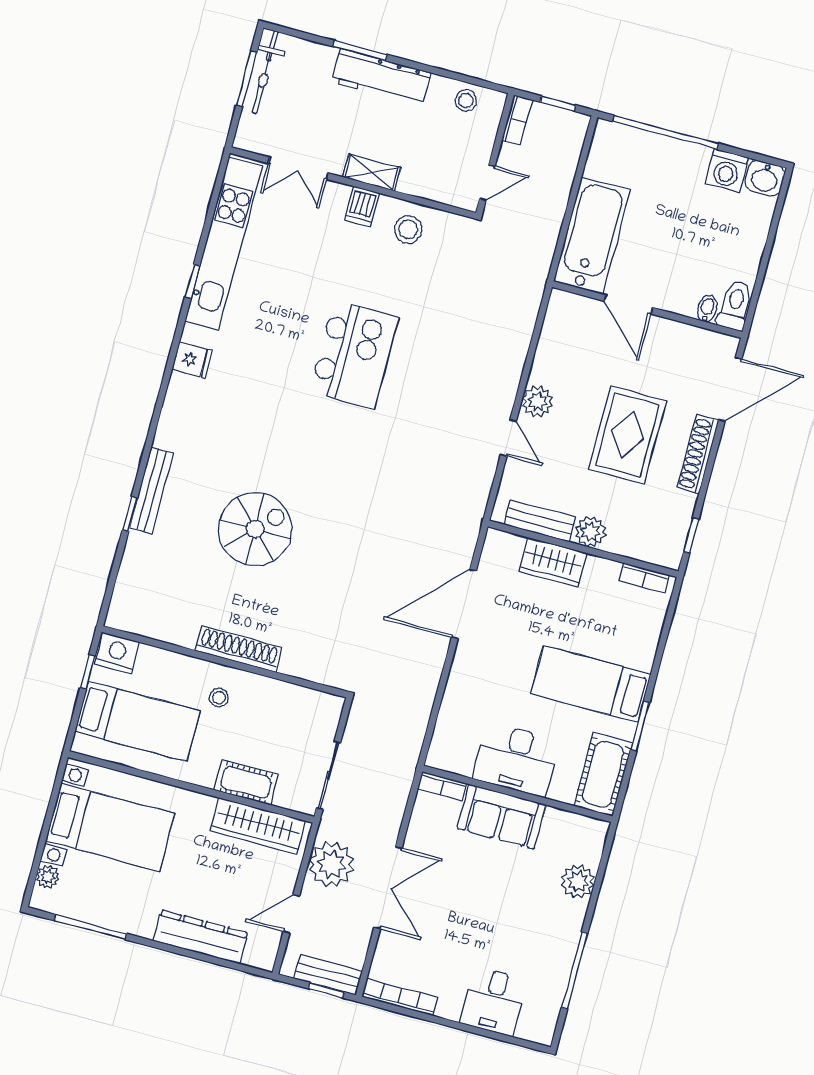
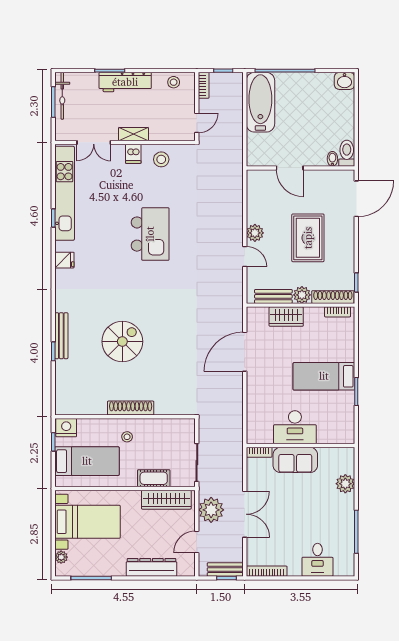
washing machine: (727, 170) -> (323, 82), removed
bathtub: (592, 236) -> (260, 102), moved
shoe rack: (698, 454) -> (333, 297), moved, turned 90
cot: (603, 774) -> (343, 423), removed

